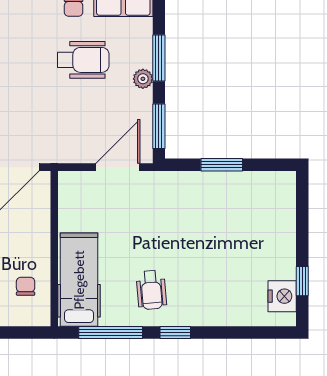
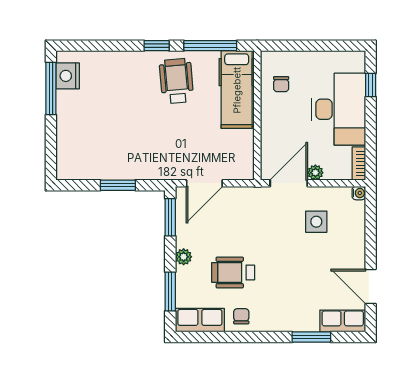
window: (159, 58) -> (170, 292), moved
window: (302, 281) -> (51, 88), width x2.17
wheelchair: (151, 290) -> (177, 81), width x1.36, depth x1.37

